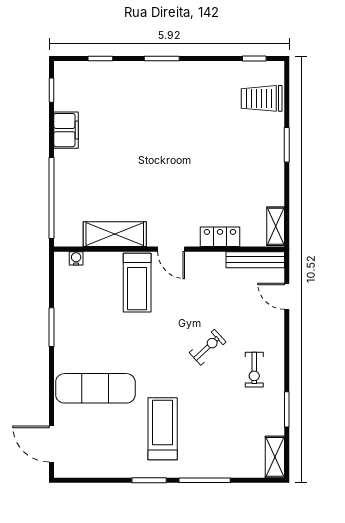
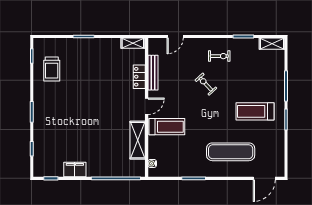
trolley: (262, 98) -> (52, 69), moved
bench: (255, 260) -> (153, 73), moved
exercise mat: (95, 388) -> (231, 152), turned 90

